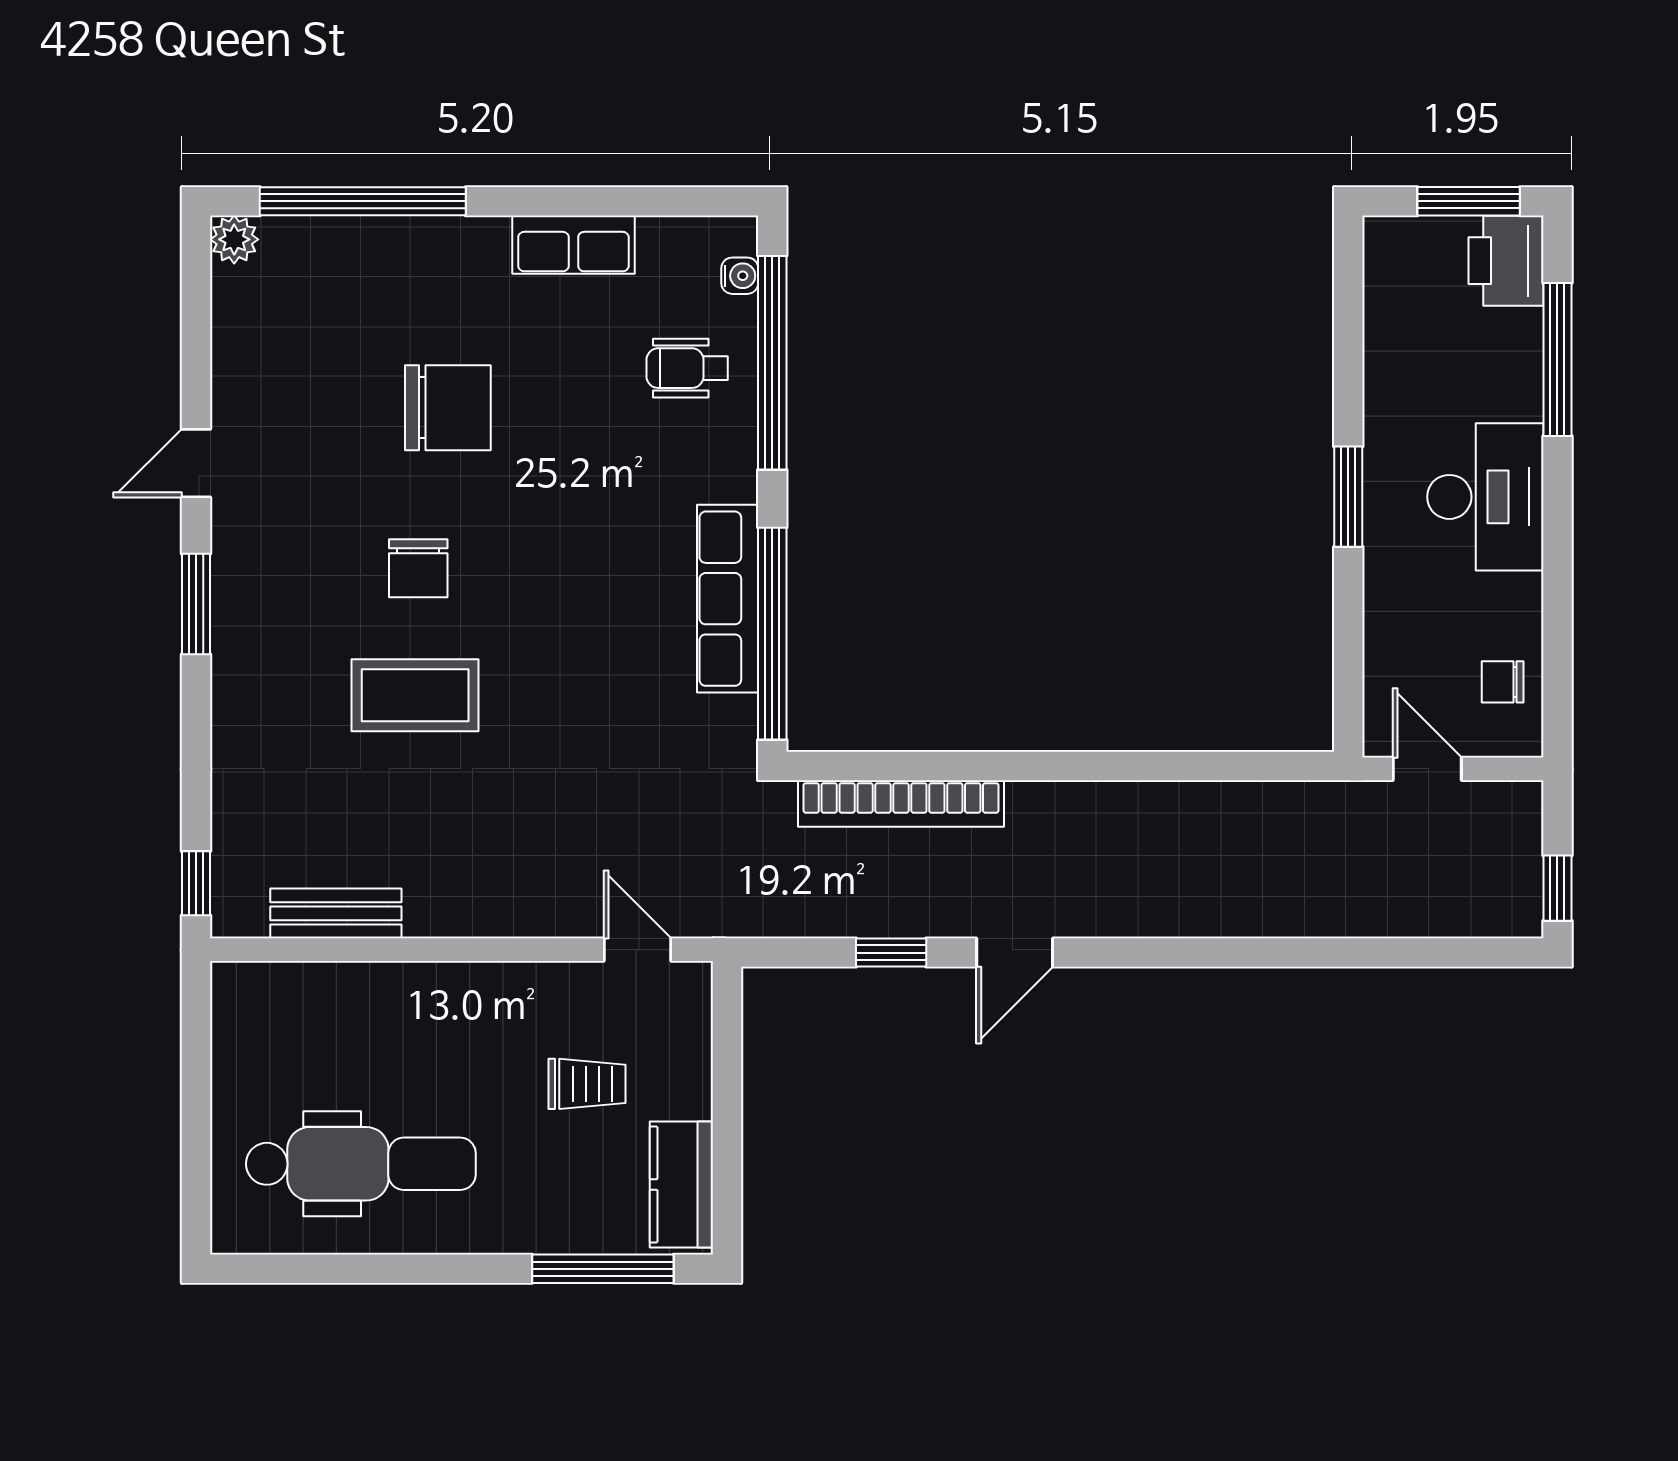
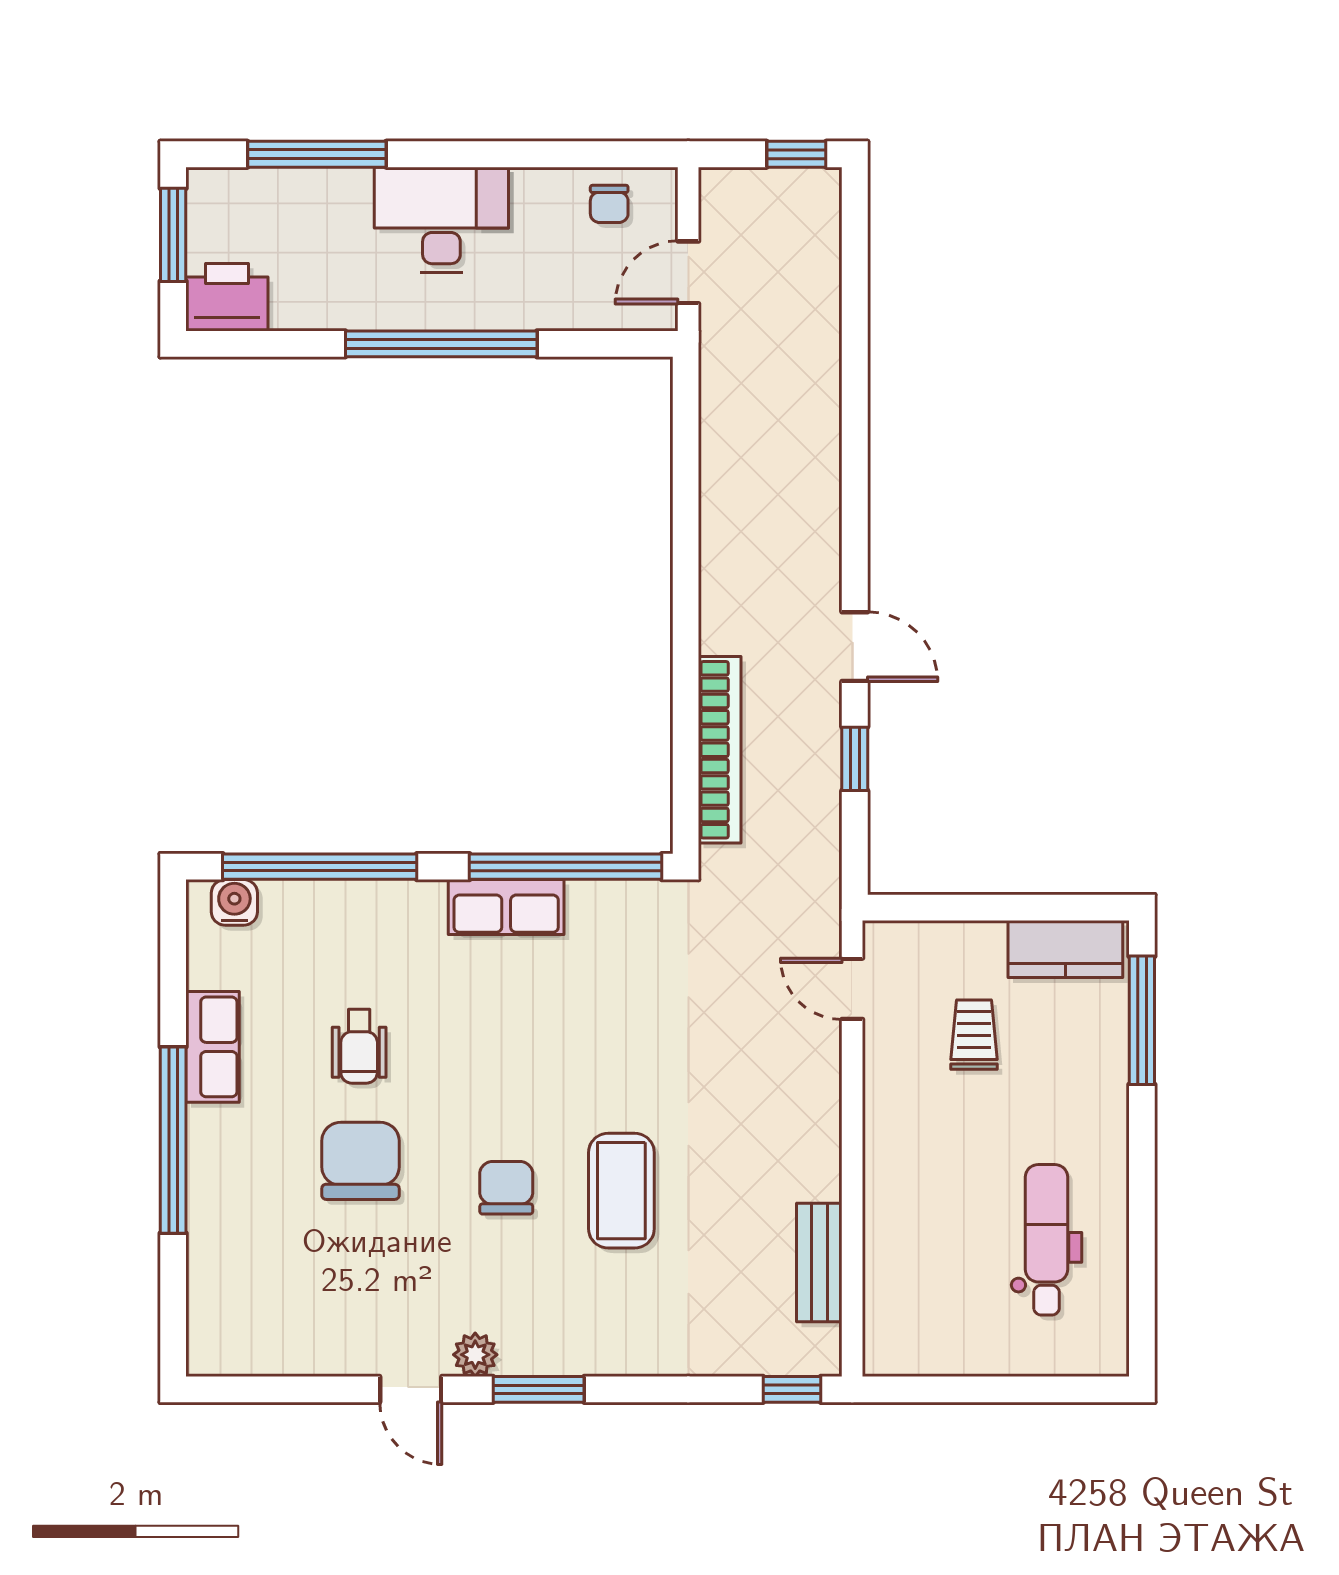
window: (363, 201) -> (173, 1140), moved
plant: (234, 239) -> (475, 1355), moved
printer: (1506, 261) -> (227, 297), moved, turned 180
water cooler: (740, 276) -> (234, 902), width x1.38, depth x1.38
wheelchair: (687, 368) -> (359, 1046), moved
window: (1348, 497) -> (441, 344), width x2.11
chair: (418, 568) -> (506, 1188), turned -90
row of seats: (728, 599) -> (506, 907), width x0.68
door: (638, 950) -> (852, 989), hinge flipped
dental chair: (361, 1164) -> (1047, 1240), width x0.73, depth x0.72

